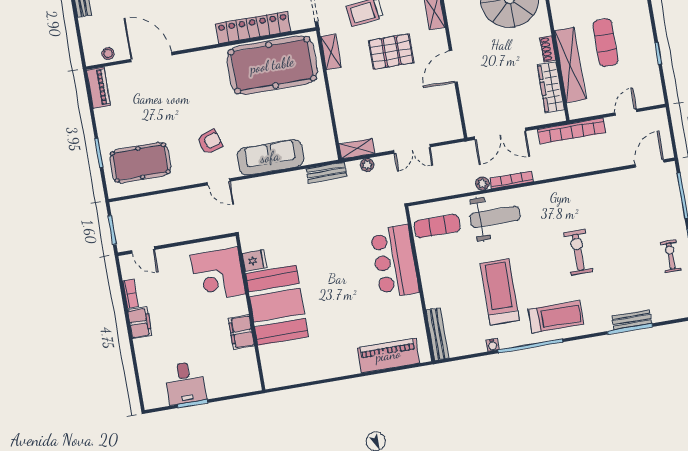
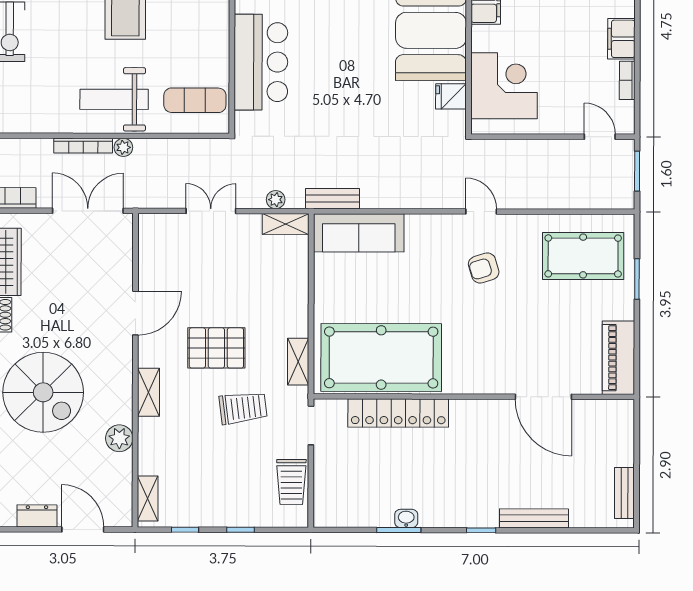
stool: (108, 54) -> (601, 412), removed
piano: (98, 88) -> (618, 358), width x1.37, depth x1.33
sofa: (270, 157) -> (359, 233), moved

